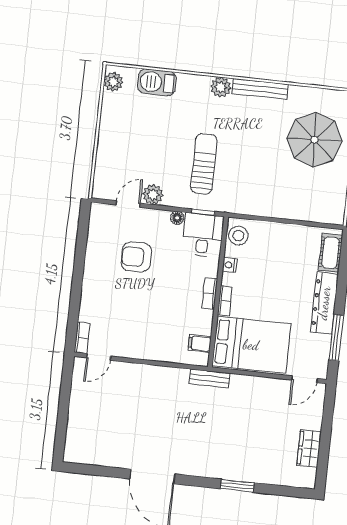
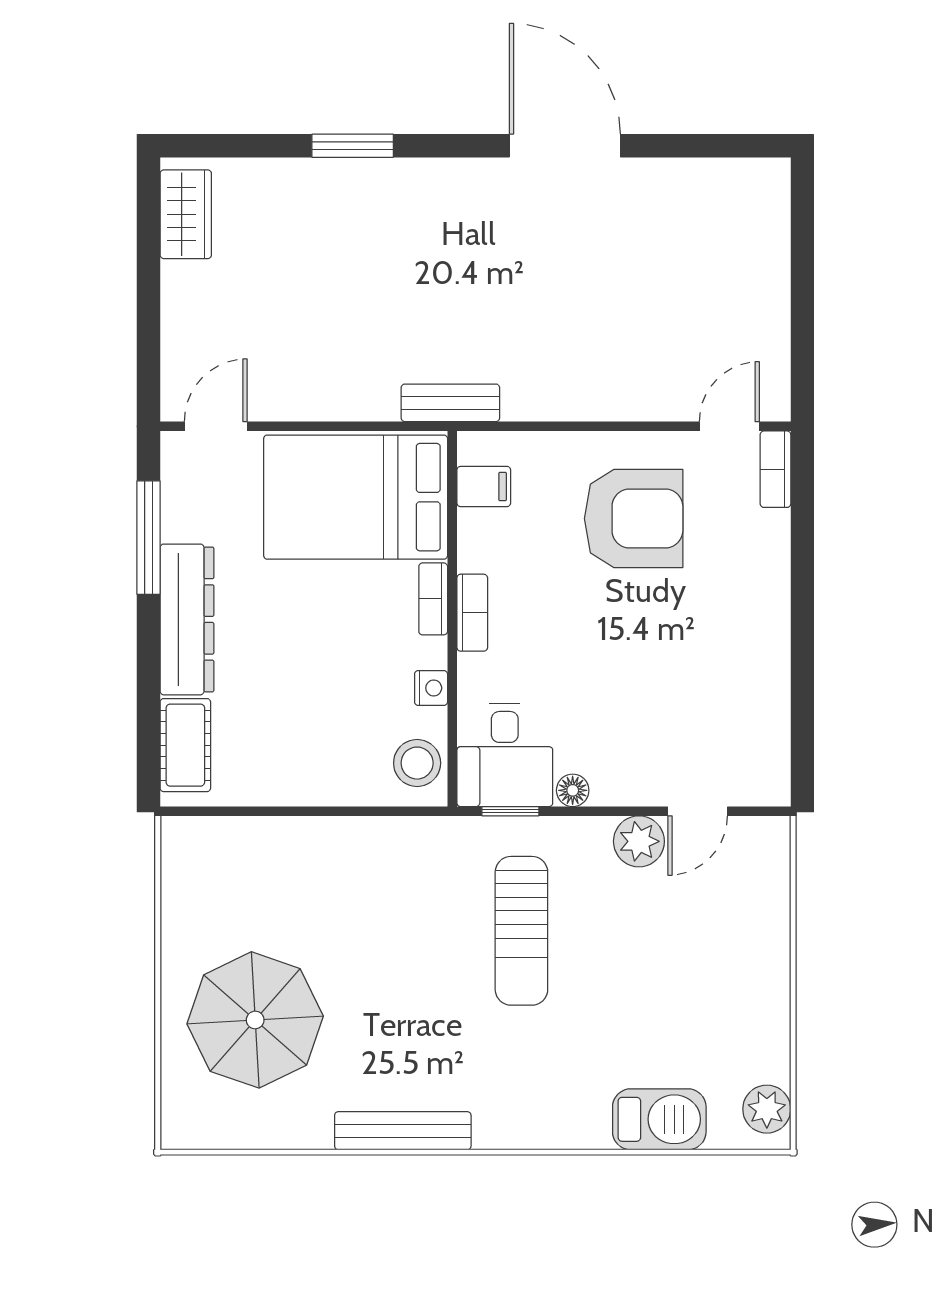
plant: (221, 87) -> (500, 1124), removed
armchair: (136, 257) -> (634, 519), moved, width x1.36, depth x1.36
wardrobe: (309, 448) -> (186, 214), moved

